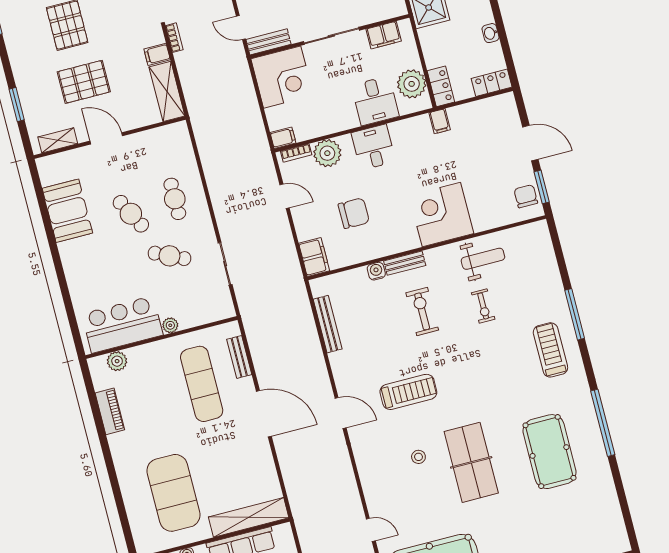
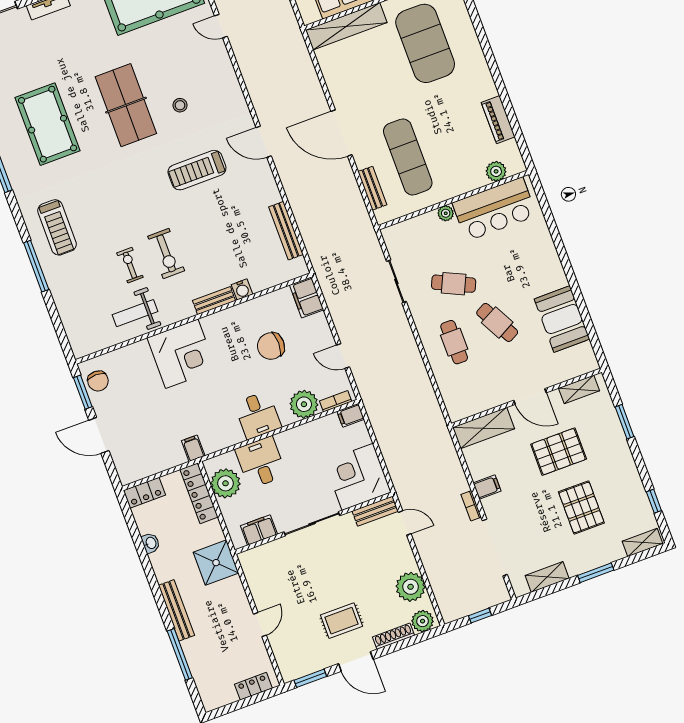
locker: (441, 86) -> (199, 493), width x1.53
shelving: (167, 91) -> (483, 428), moved, turned 90
exercise bike: (422, 311) -> (166, 253), moved

